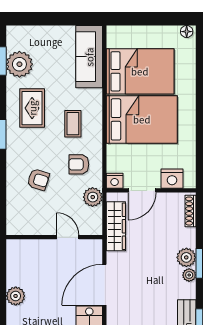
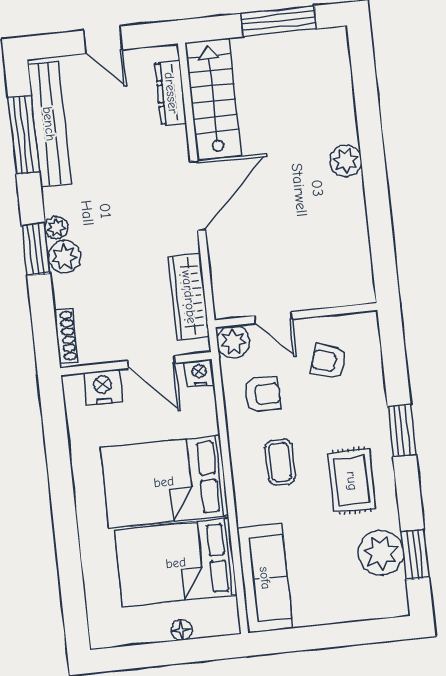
floor lamp: (187, 32) -> (182, 630), moved
door: (142, 190) -> (151, 362), swing flipped
wall: (54, 237) -> (296, 315), moved
door: (68, 237) -> (273, 318), moved

